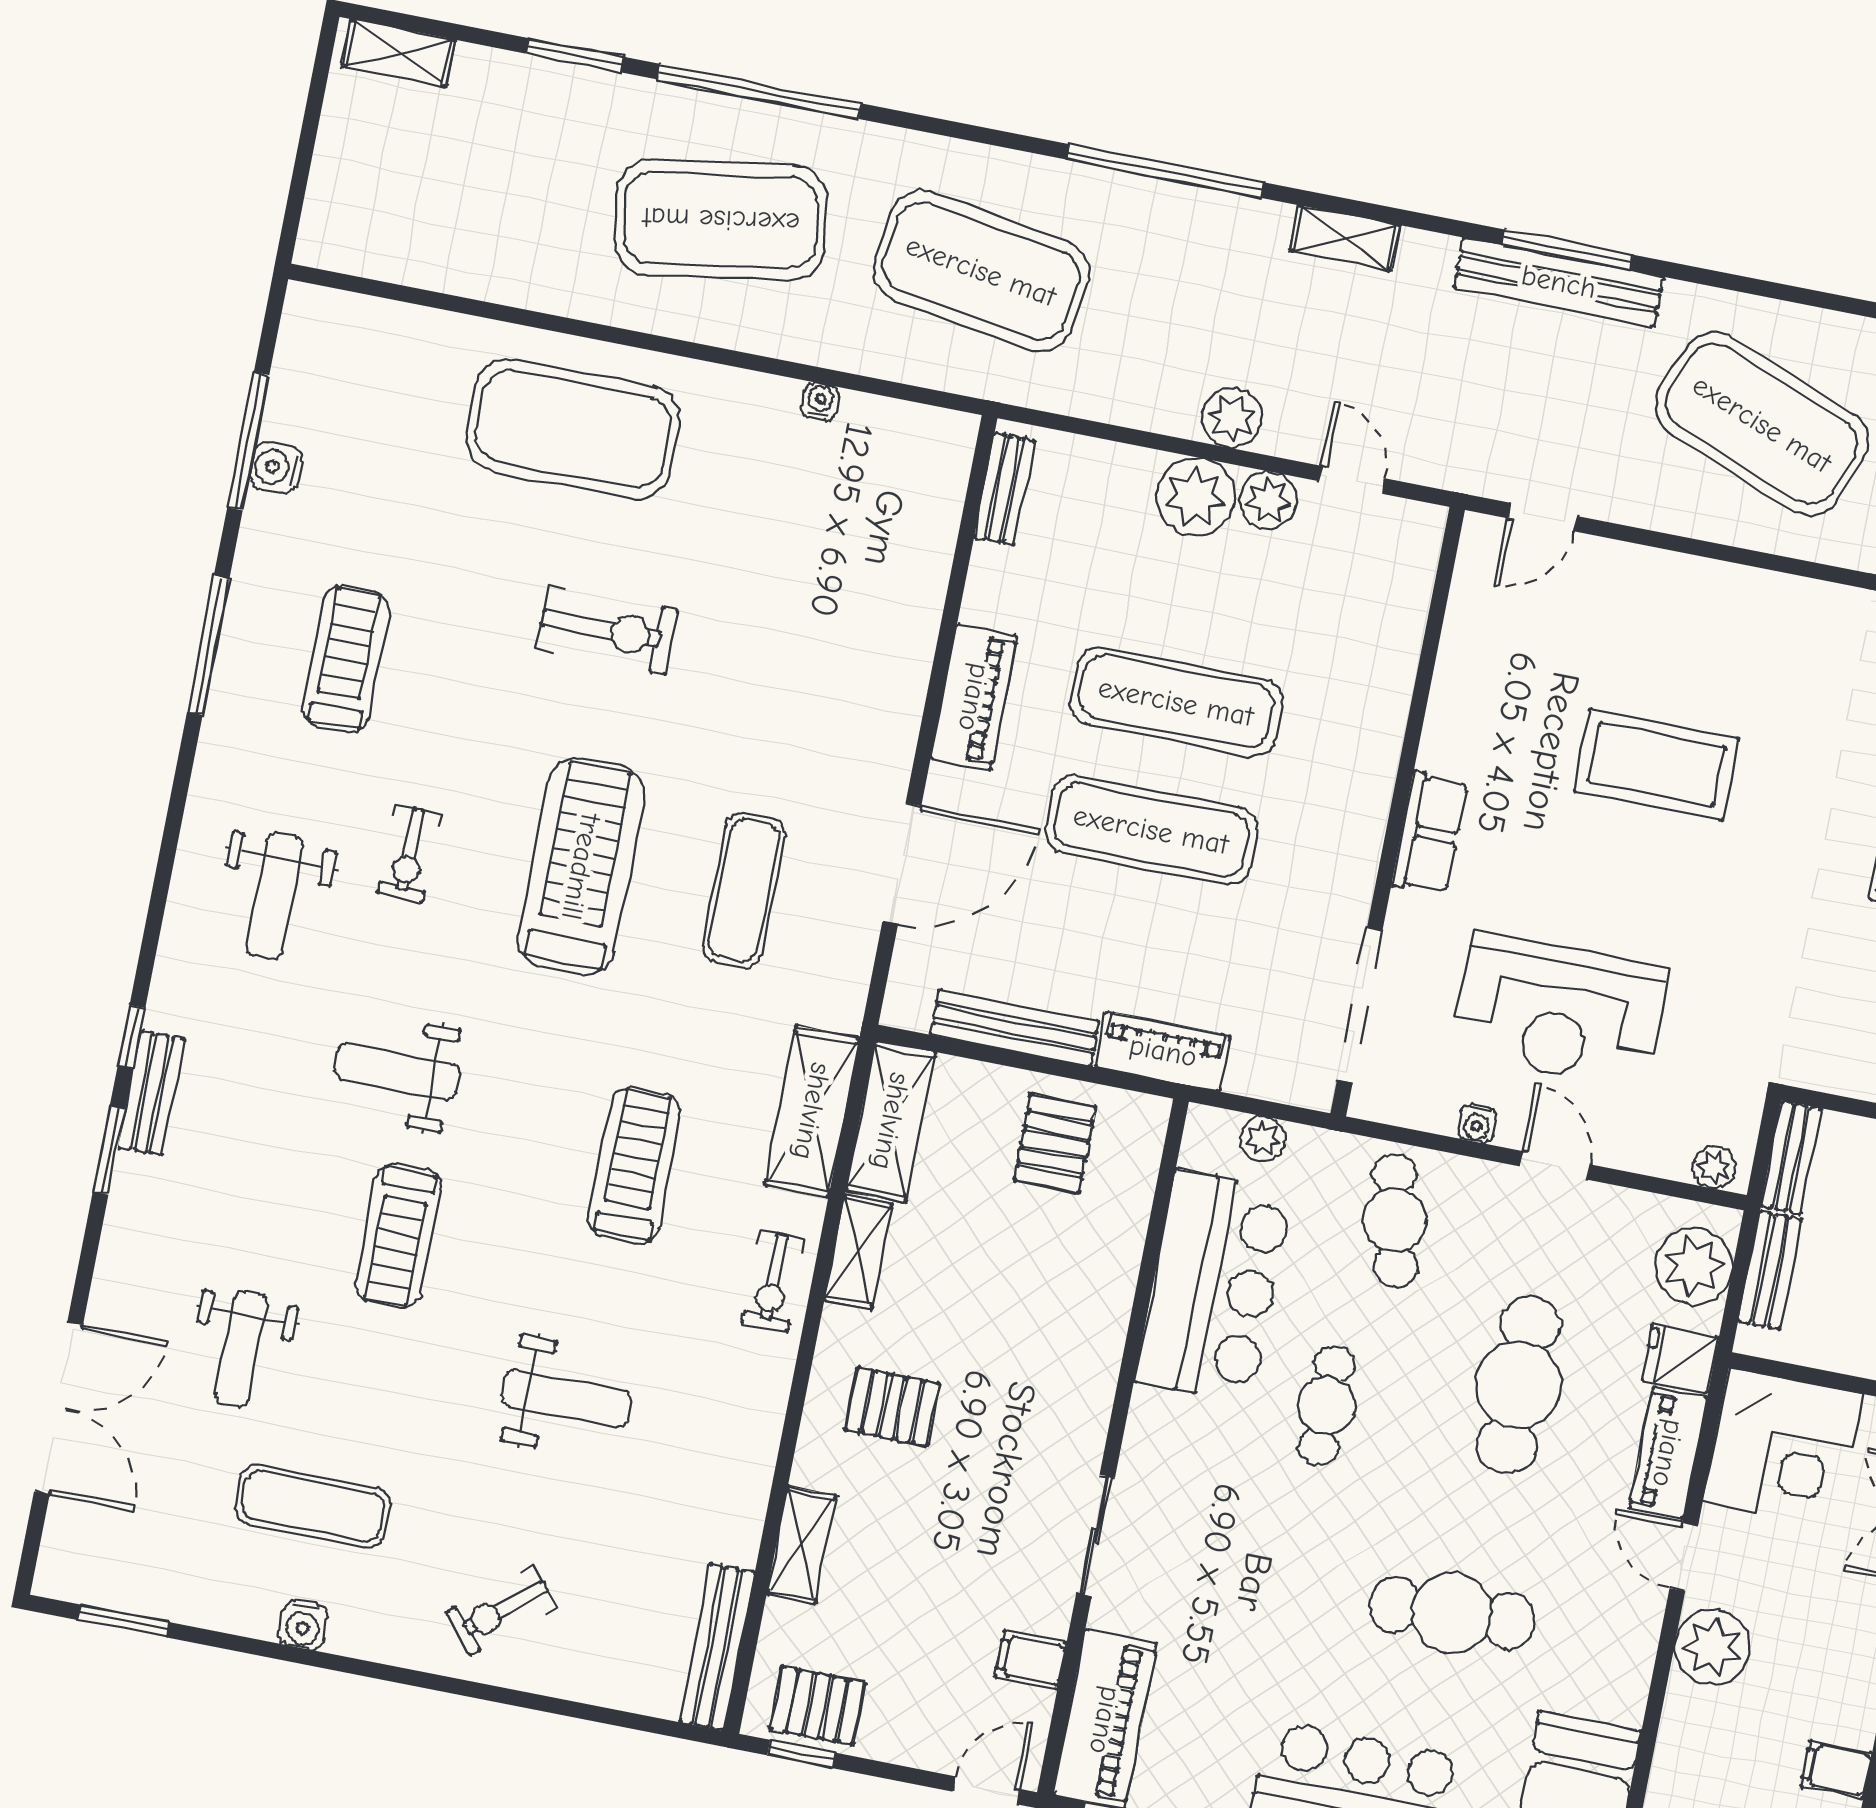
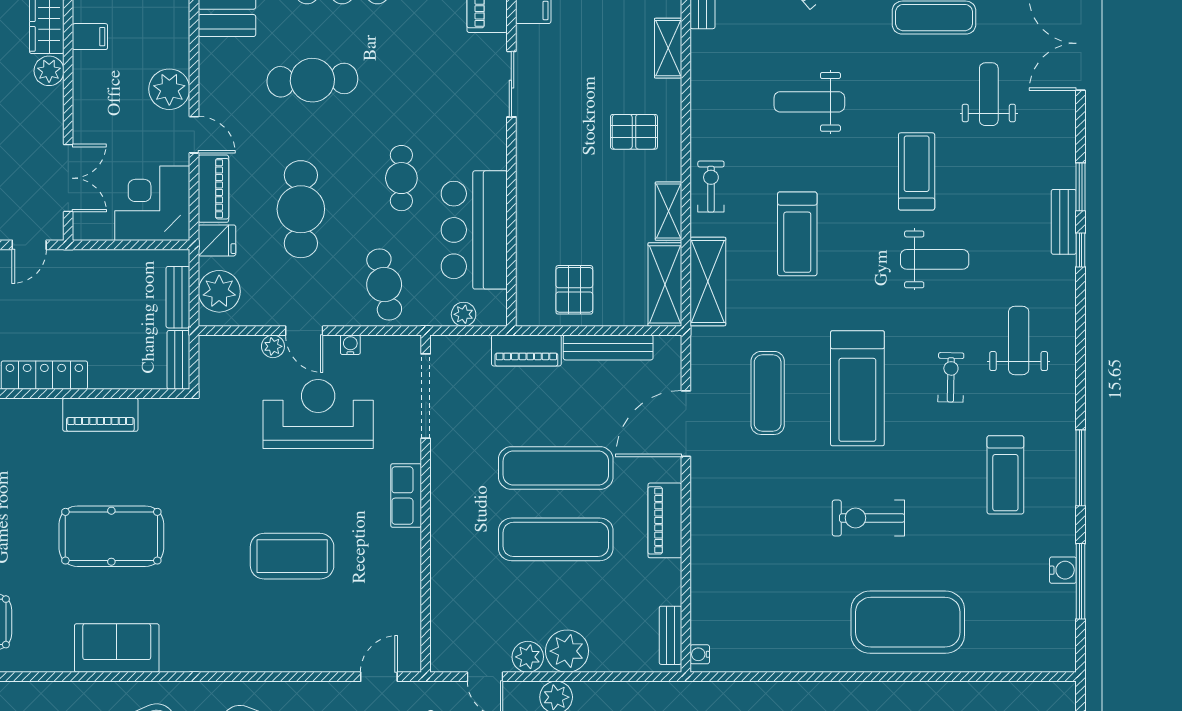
water cooler: (820, 401) -> (700, 654), moved, turned 90
plant: (1714, 1167) -> (273, 346), moved

